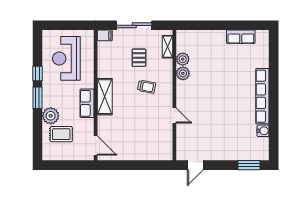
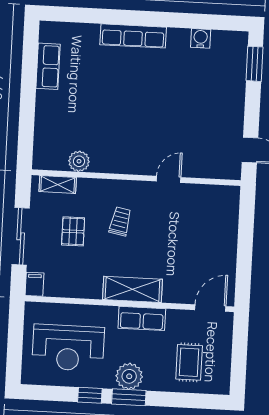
pallet: (139, 58) -> (73, 231), turned 90
plant: (183, 73) -> (102, 162), removed
row of seats: (262, 96) -> (133, 36), width x0.73
plant: (51, 116) -> (129, 376), moved

